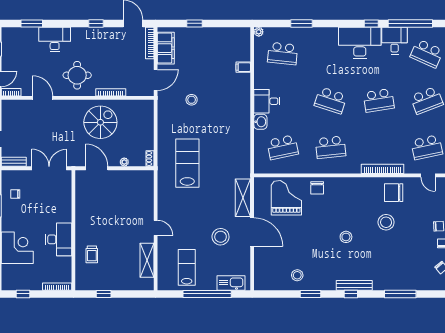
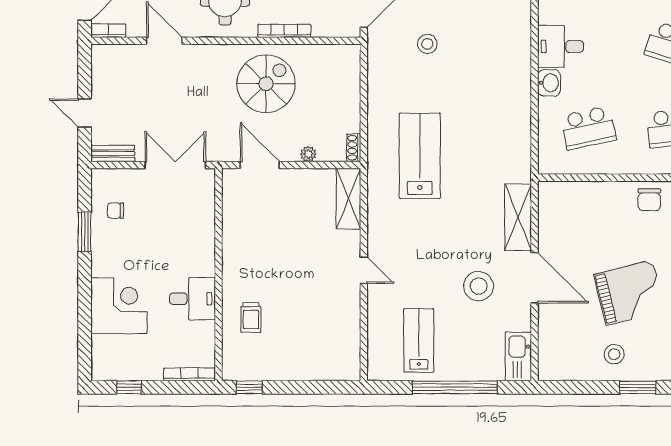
grand piano: (286, 198) -> (630, 293), moved, turned 76
desk: (59, 239) -> (192, 299), width x0.73
shelving: (147, 260) -> (348, 199), moved
kitchen sink: (231, 283) -> (518, 356), moved, turned -90
window: (104, 294) -> (249, 387), moved

